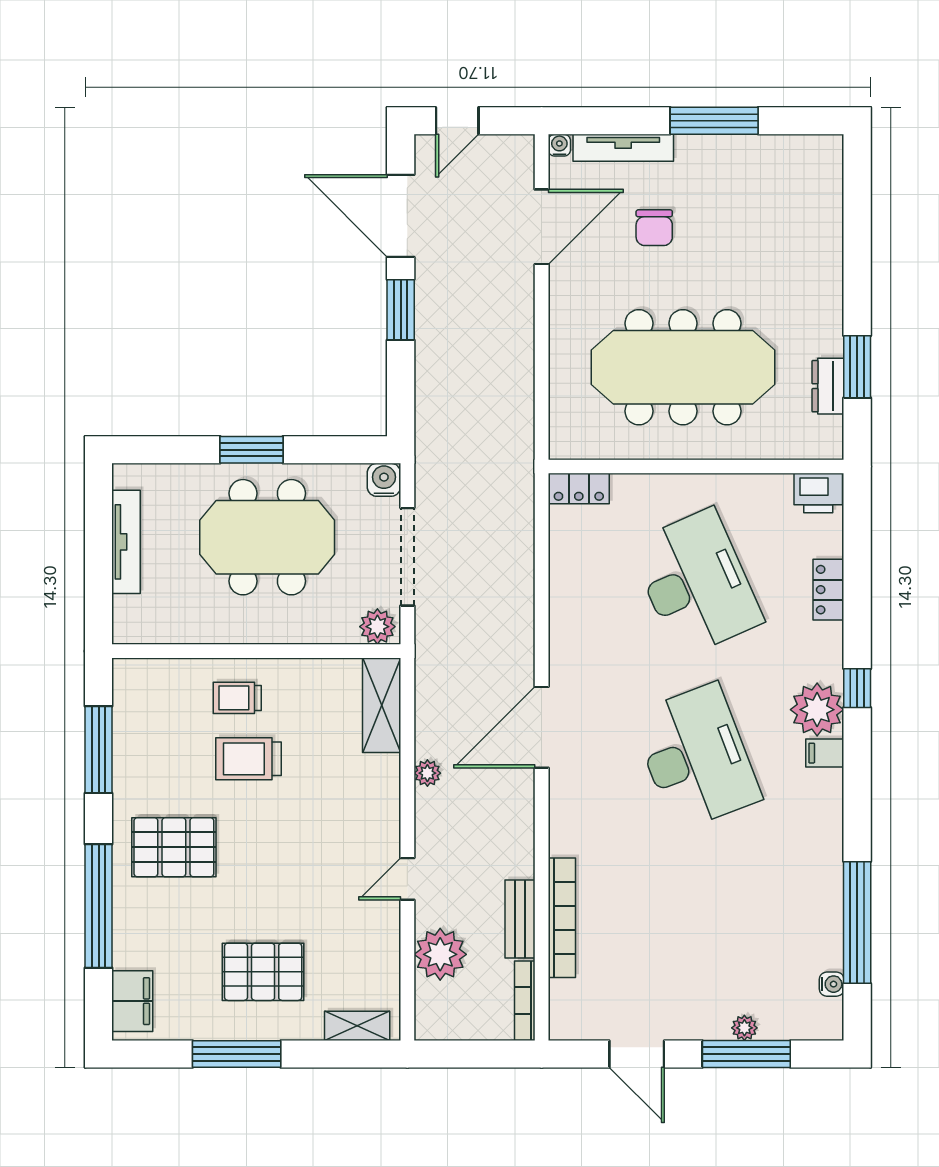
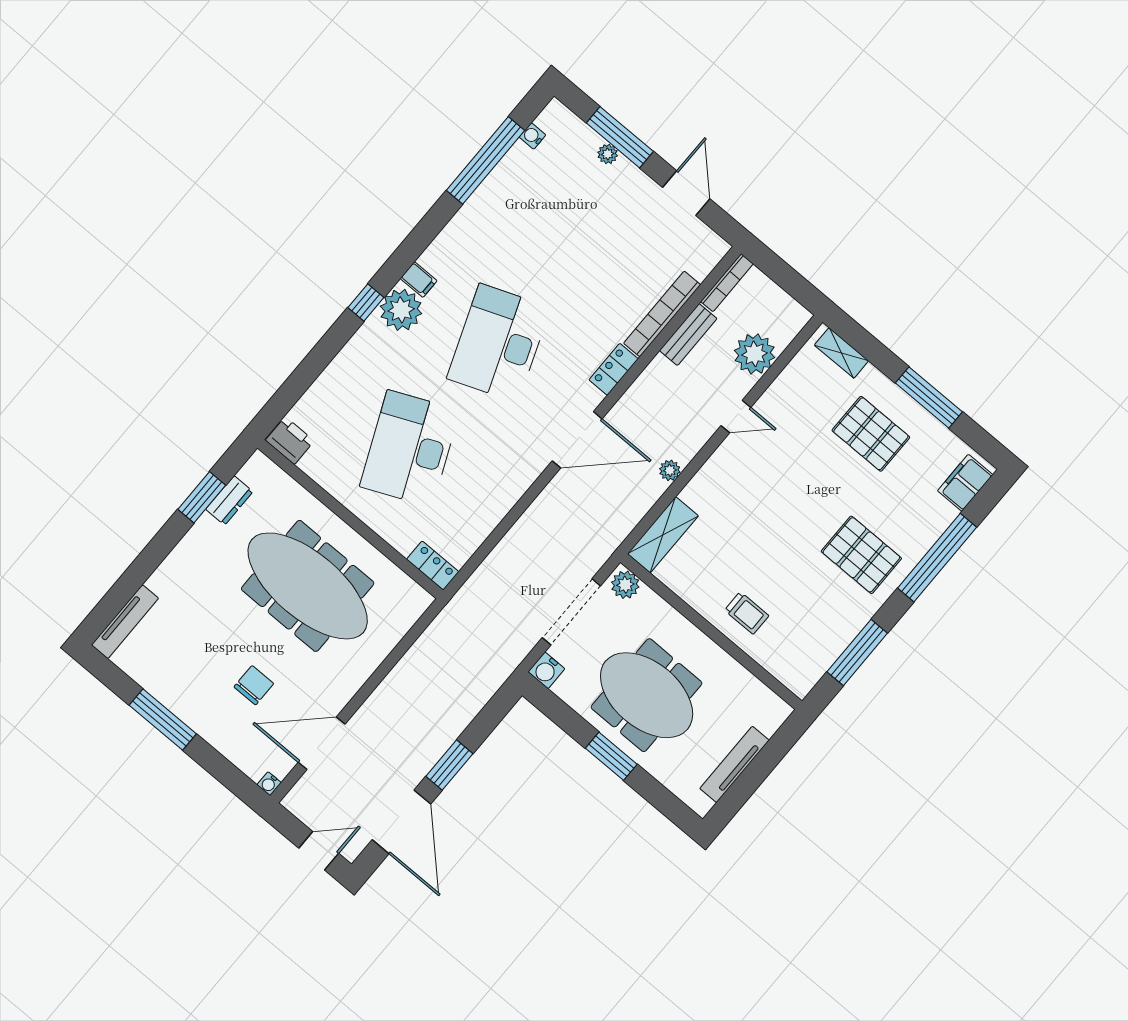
tv unit: (623, 148) -> (125, 622), moved, turned 90
locker: (828, 590) -> (614, 369), moved, turned 180
trolley: (248, 759) -> (771, 570), removed

